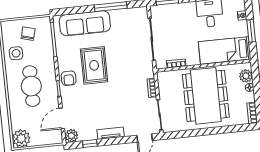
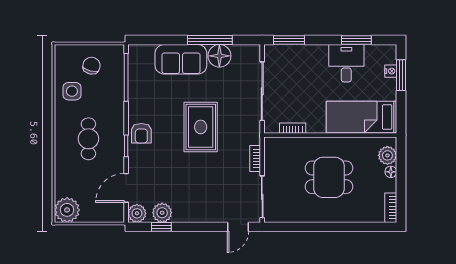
floor lamp: (119, 17) -> (219, 56), added
sofa: (85, 23) -> (181, 59), width x0.73
window: (251, 31) -> (401, 75), moved
rug: (94, 65) -> (201, 127), moved
cafe table: (31, 86) -> (88, 139), width x0.73, depth x0.74
dining table: (206, 96) -> (329, 177), width x0.53, depth x0.80
plant: (89, 133) -> (162, 213), added
tv unit: (111, 133) -> (192, 215), removed

